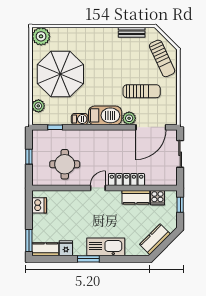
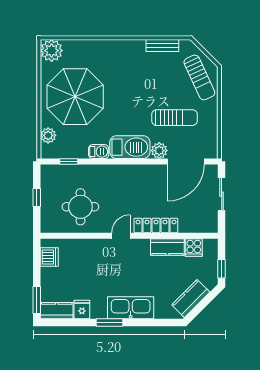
window: (180, 205) -> (222, 269), moved

